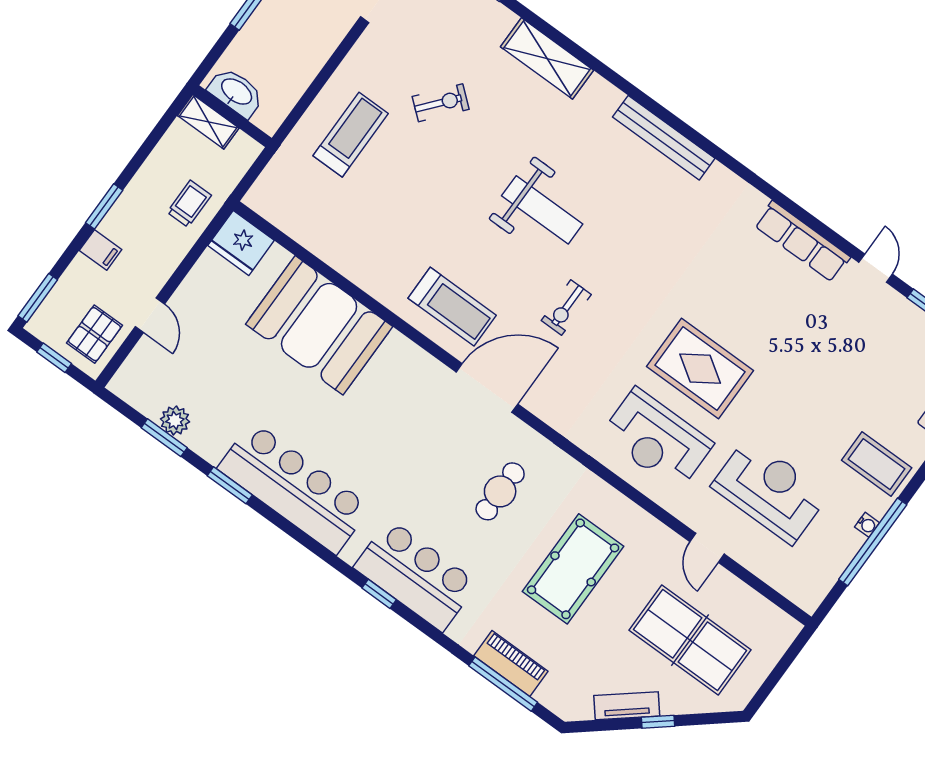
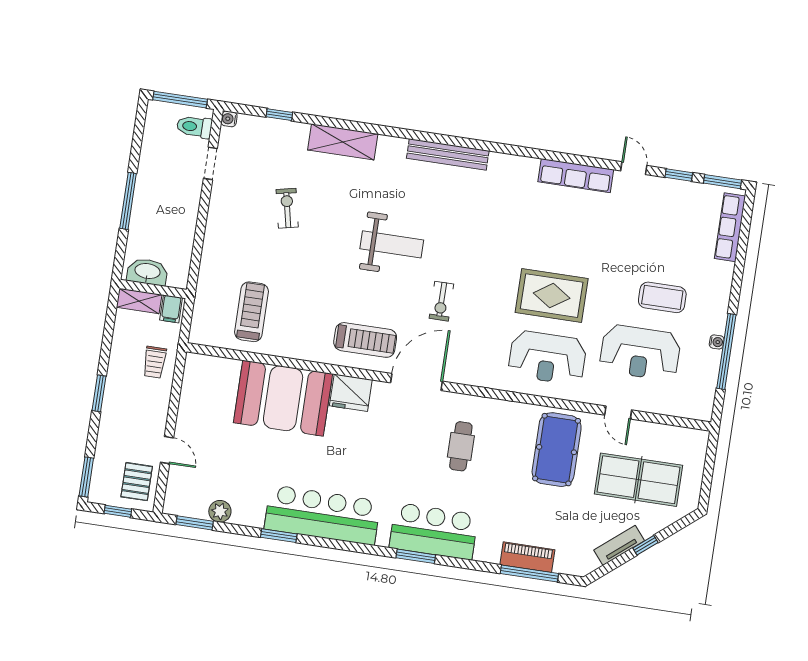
exercise bike: (441, 103) -> (287, 208), turned -52
treadmill: (351, 135) -> (252, 312), moved
trolley: (189, 204) -> (155, 362), turned 180
fridge: (241, 243) -> (351, 393), moved
filing cabinet: (101, 250) -> (171, 309), moved, turned 90
window: (164, 438) -> (195, 523), moved
coffee table: (877, 464) -> (662, 297), moved
reception desk: (770, 490) -> (640, 353), turned 180
pool table: (573, 569) -> (557, 450), moved
window: (379, 594) -> (416, 556), width x1.50

